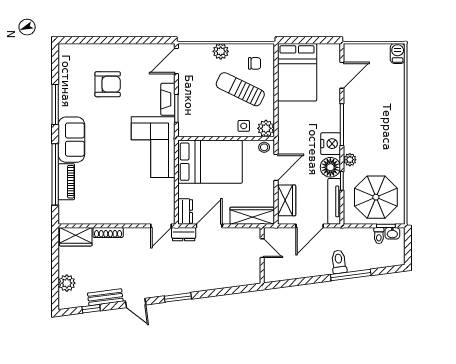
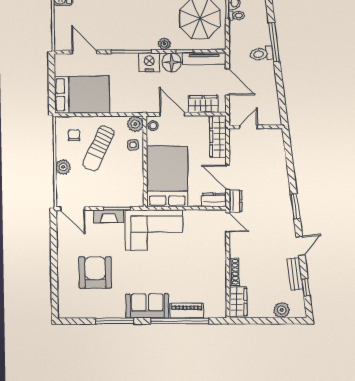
armchair: (108, 84) -> (95, 273), width x1.36, depth x1.36

